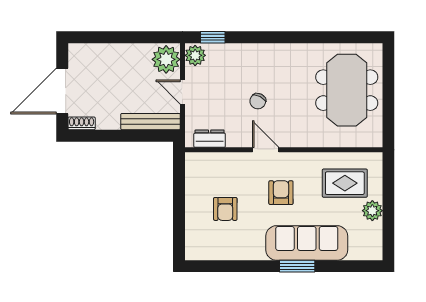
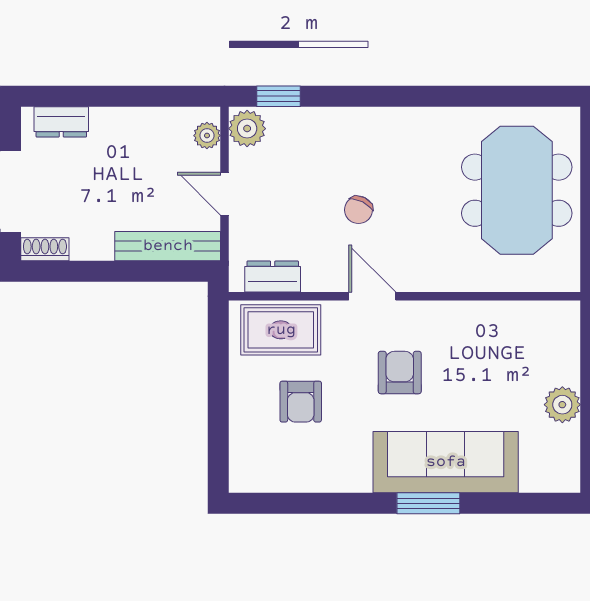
dresser: (91, 52) -> (61, 122), added
plant: (166, 59) -> (207, 136), width x0.53, depth x0.53
rug: (345, 183) -> (281, 330), moved

